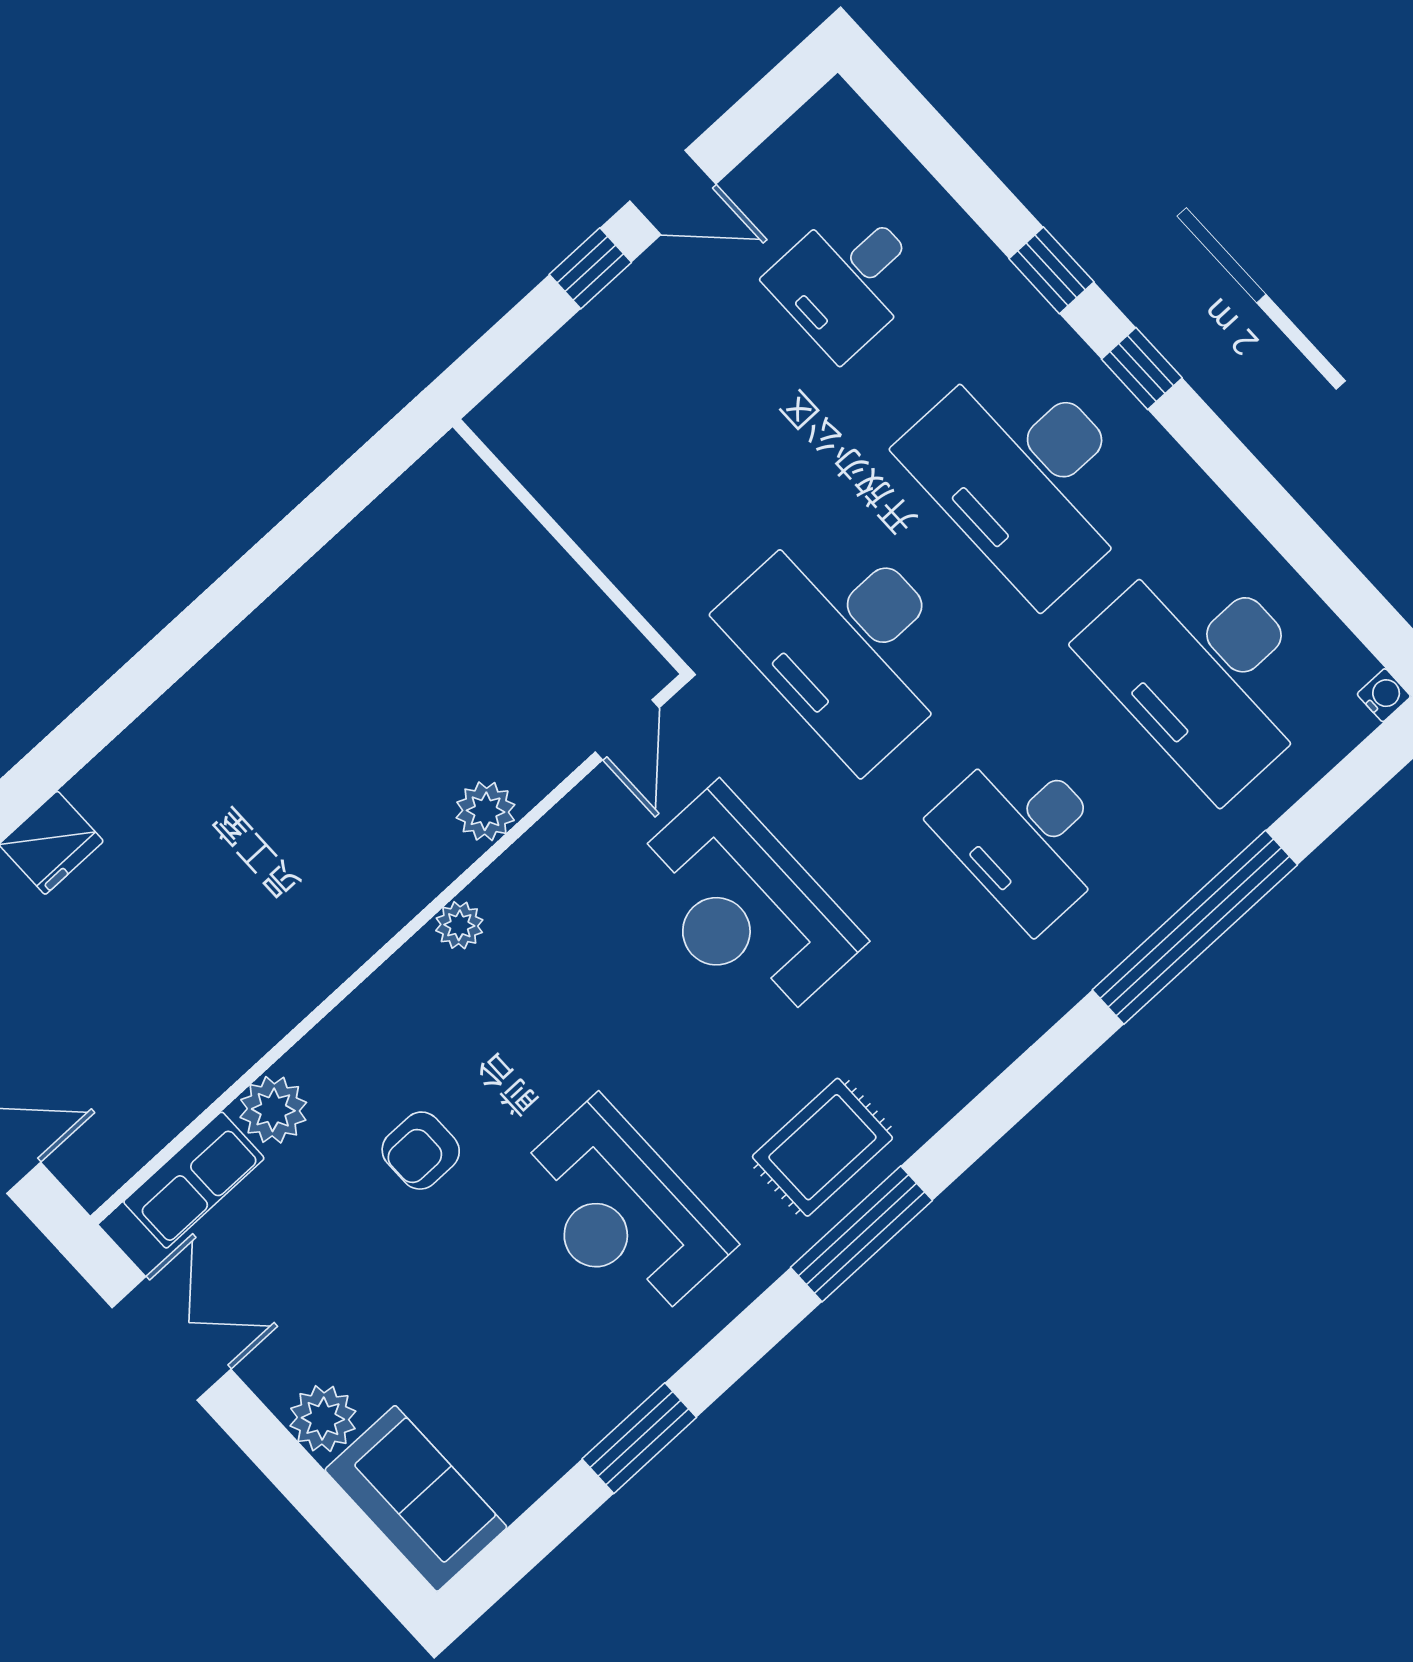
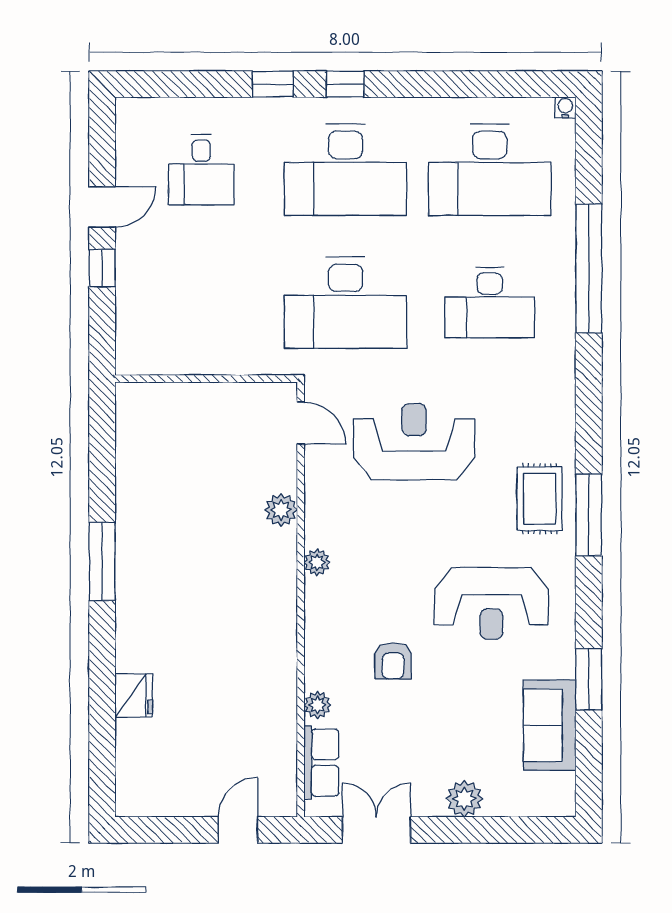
window: (193, 633) -> (102, 562), added
reception desk: (743, 907) -> (414, 442), turned 180
plant: (273, 1110) -> (317, 705), width x0.73, depth x0.73
sofa: (416, 1498) -> (550, 725), moved, turned -90

